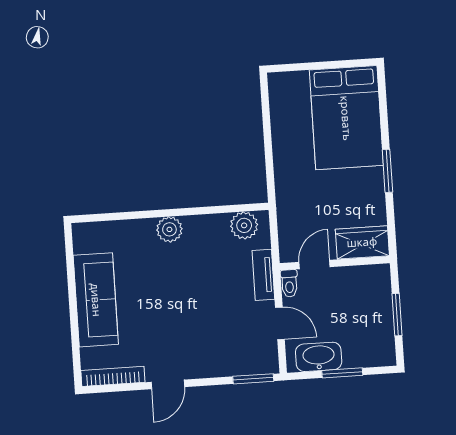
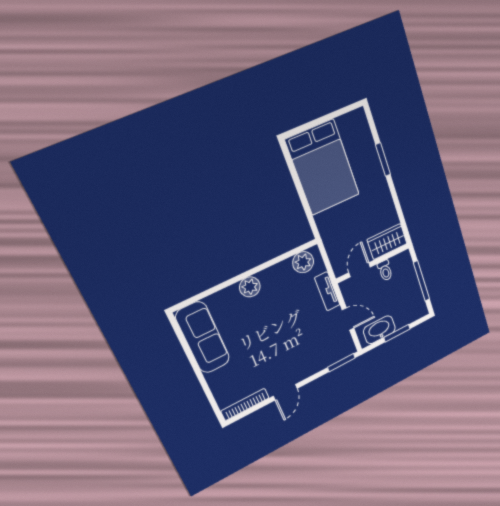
bed: (346, 118) -> (323, 168), moved
window: (387, 171) -> (383, 160), moved
toilet: (289, 283) -> (385, 271), moved
sofa: (96, 300) -> (203, 338), moved
window: (397, 315) -> (421, 281), width x1.44

